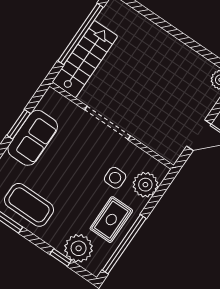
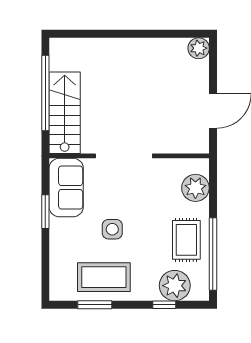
sofa: (33, 138) -> (66, 188), moved
side table: (115, 178) -> (112, 229), moved

